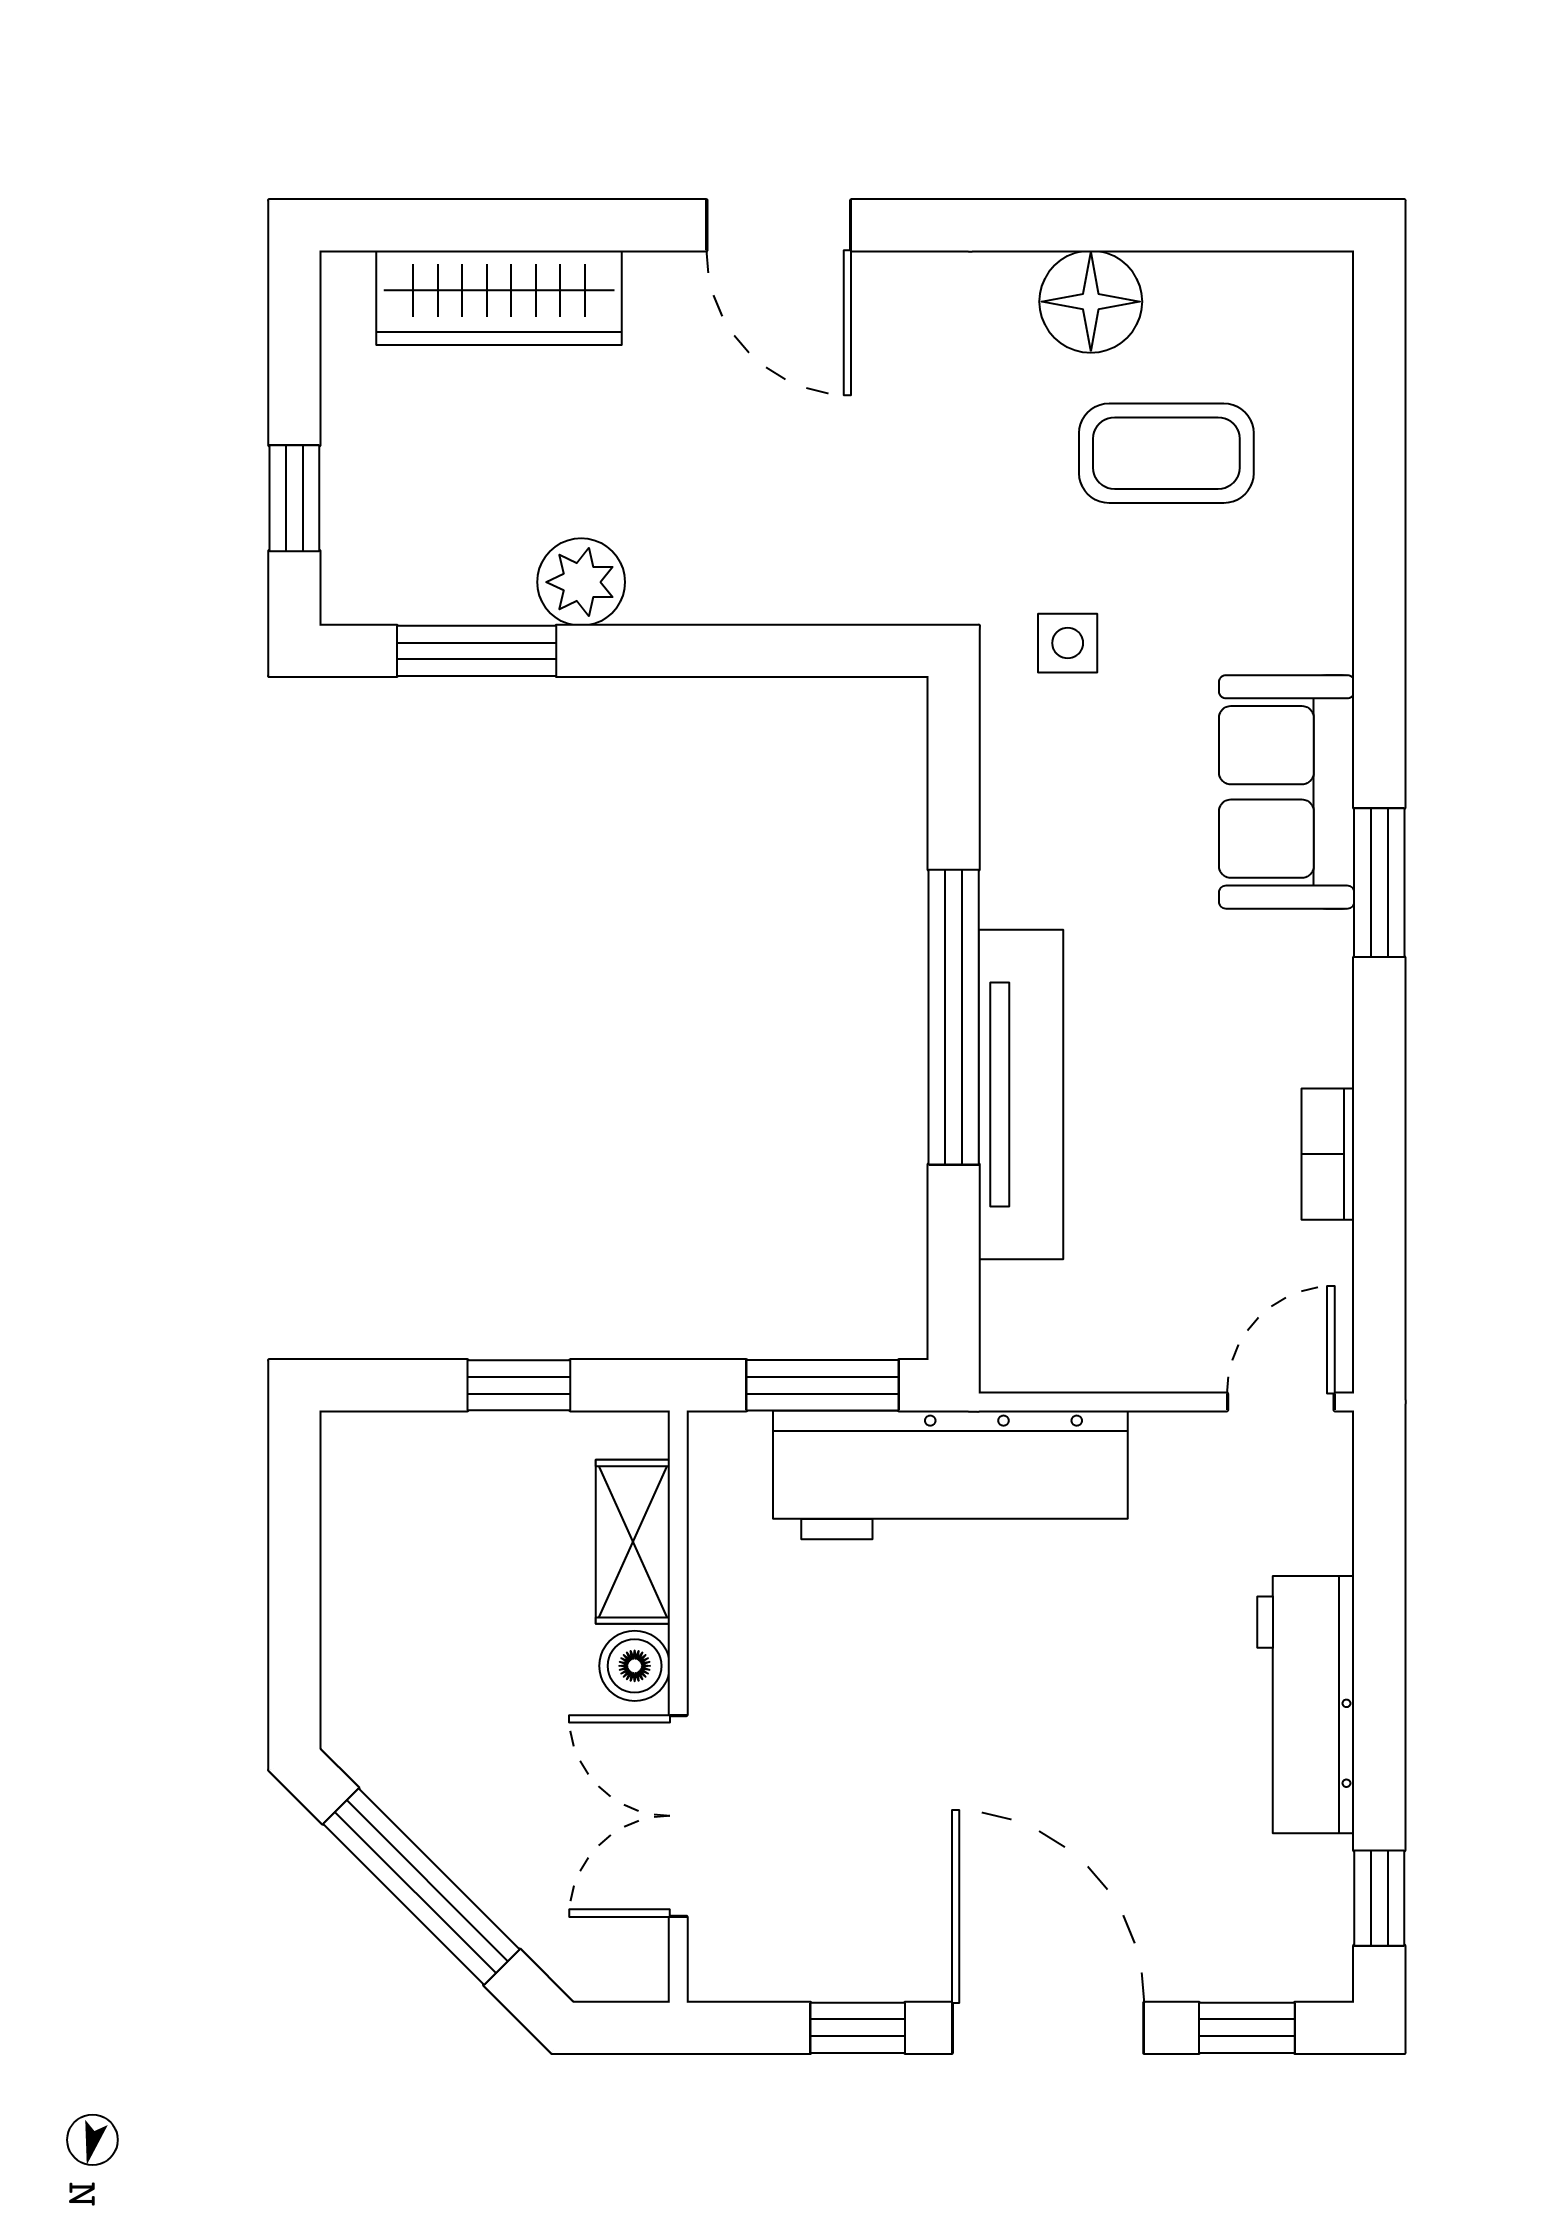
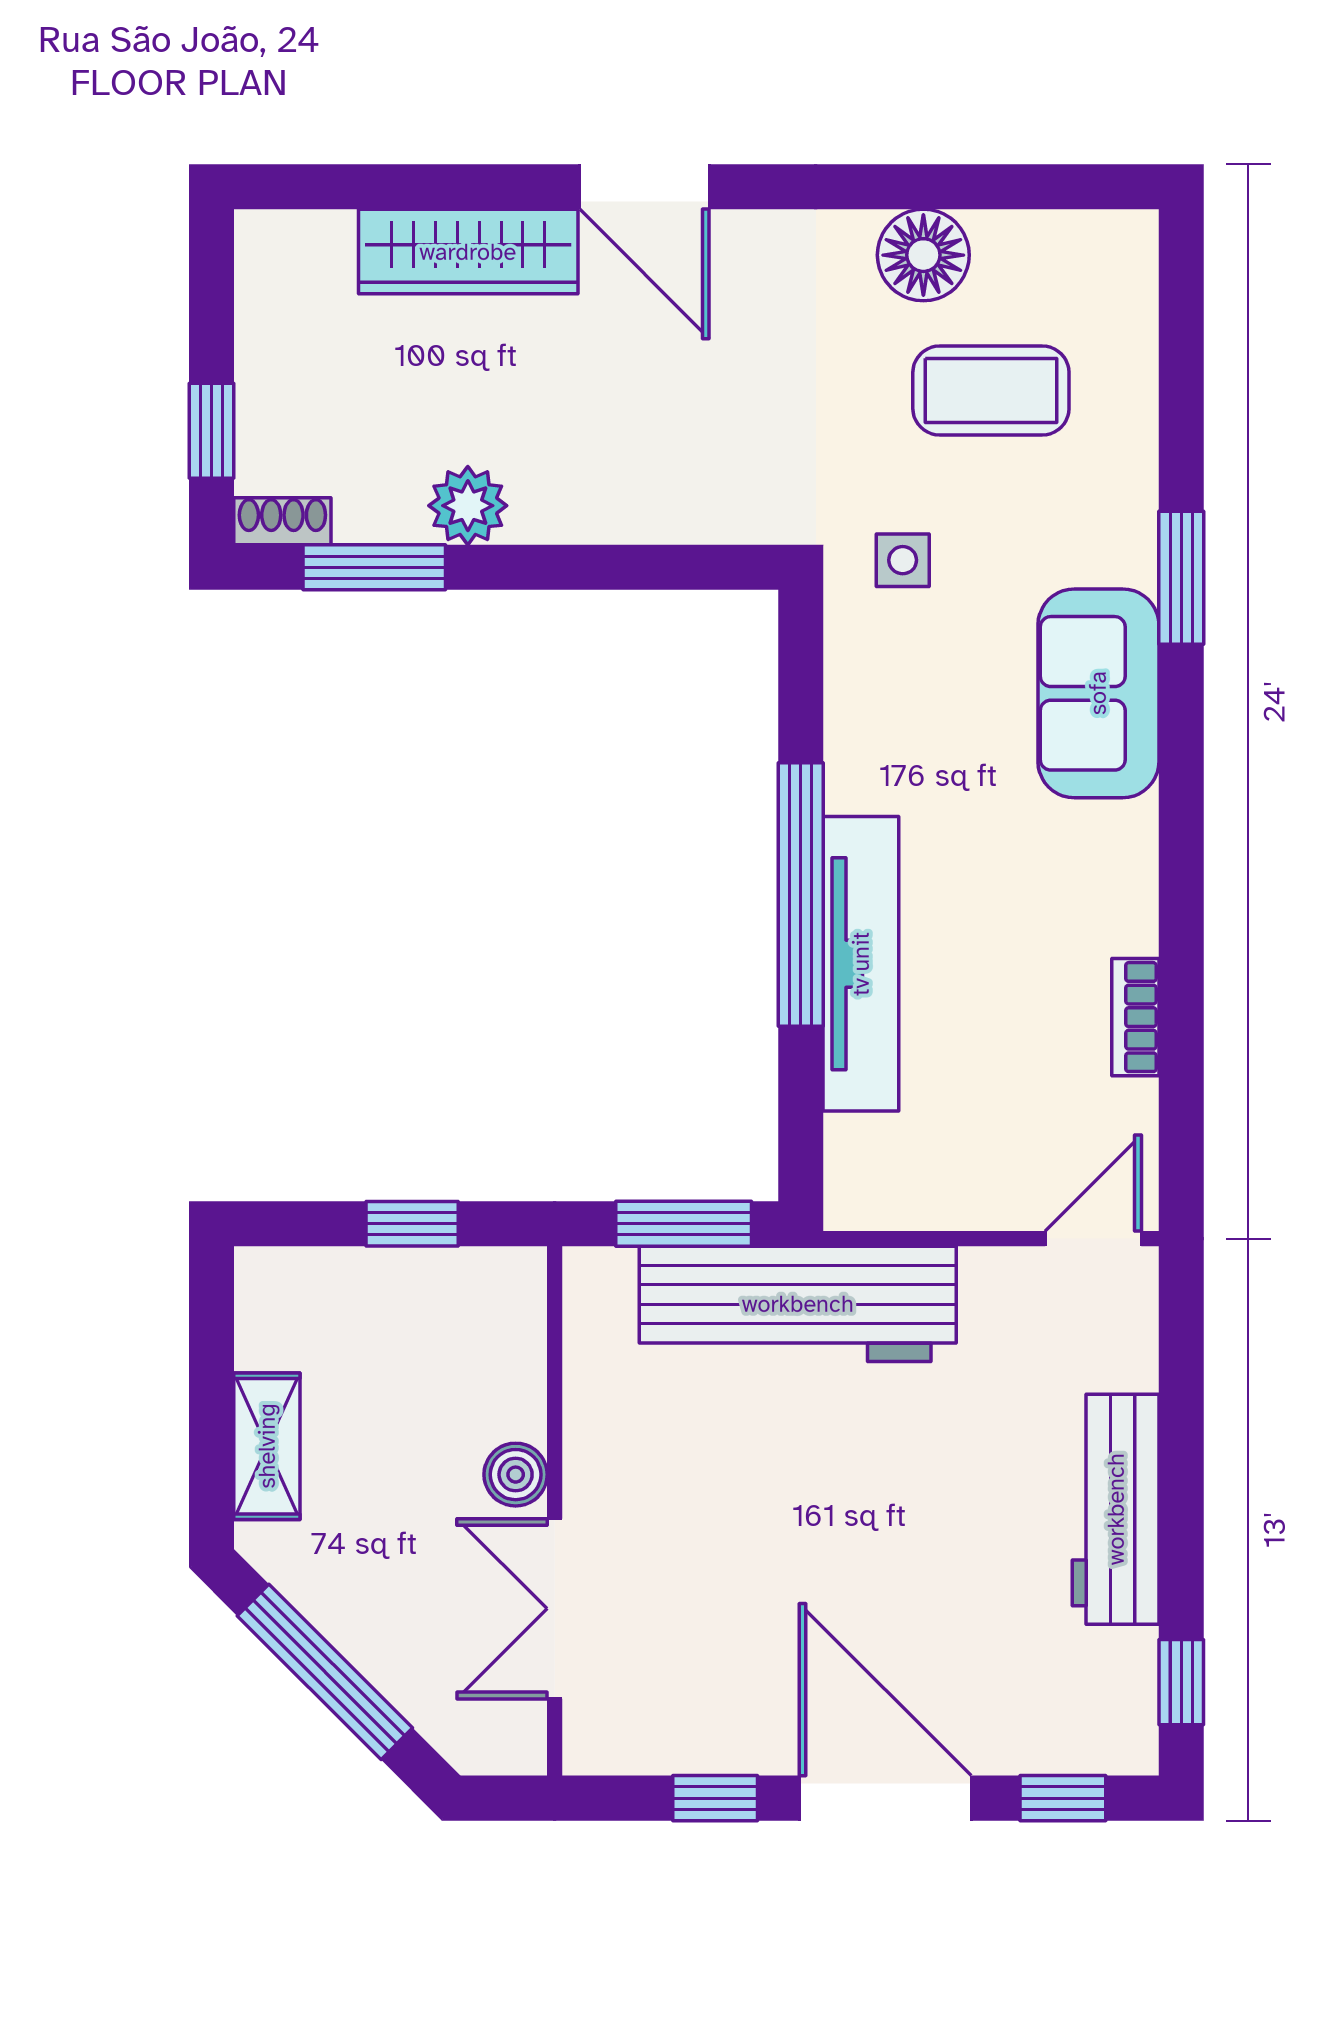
wardrobe: (499, 298) -> (468, 252), moved
shoe rack: (374, 599) -> (282, 521), added
window: (1379, 883) -> (1181, 578), moved
shelving: (633, 1542) -> (267, 1446), moved

